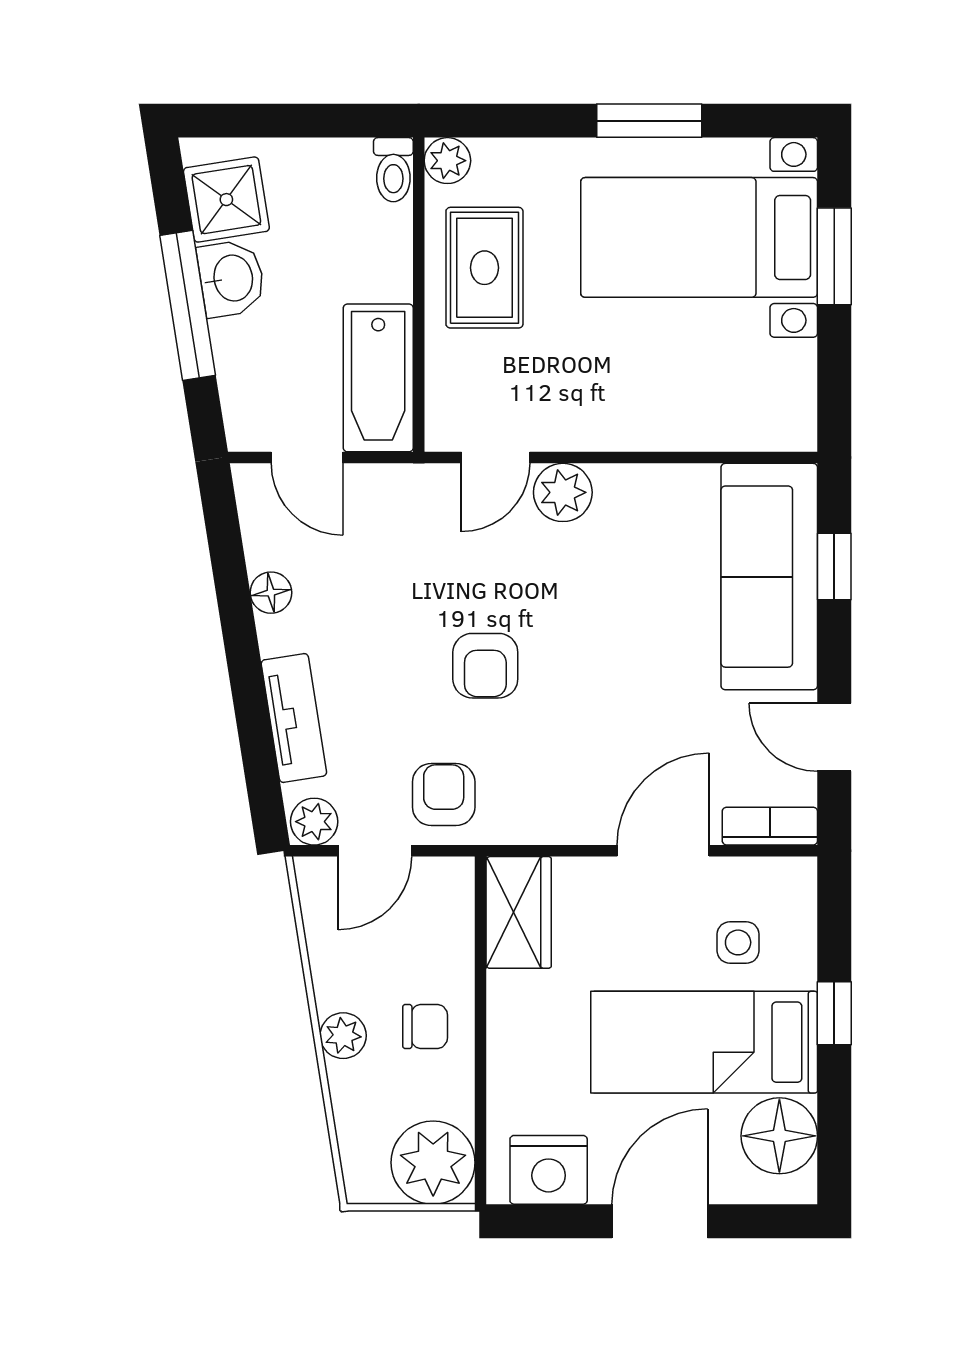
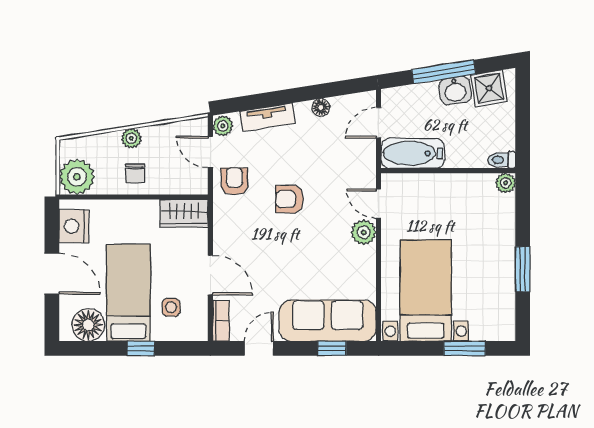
bed with nightstands: (699, 237) -> (426, 291), moved
rug: (484, 268) -> (460, 199), removed
armchair: (444, 795) -> (234, 181), turned -90

